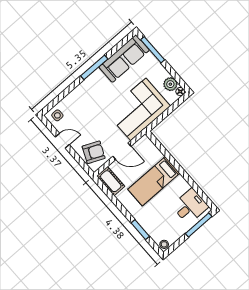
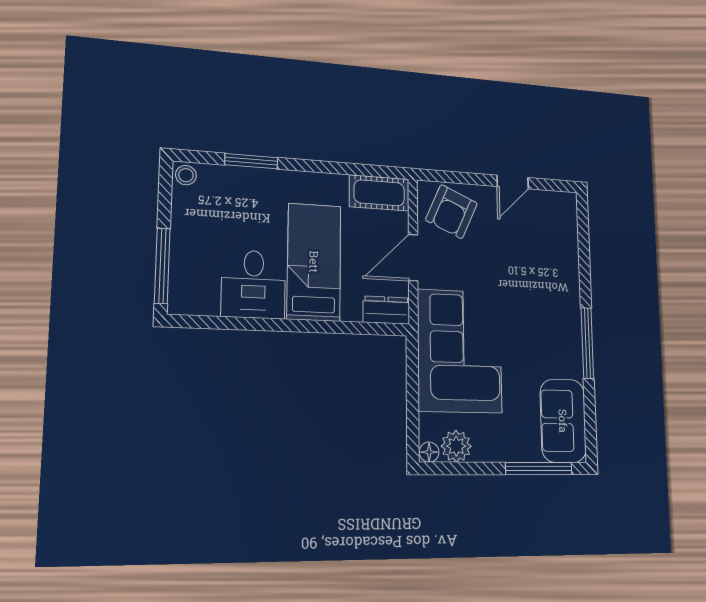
sofa: (124, 59) -> (563, 421), width x0.73
side table: (57, 115) -> (559, 213), removed
dresser: (147, 145) -> (386, 310), added
desk: (190, 206) -> (253, 284), moved

